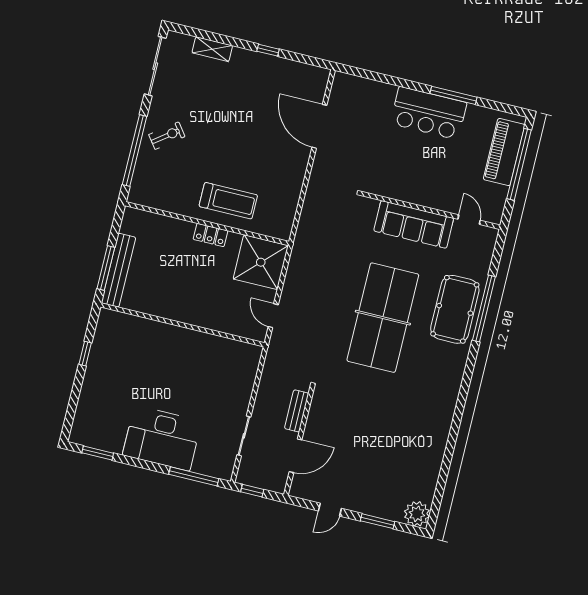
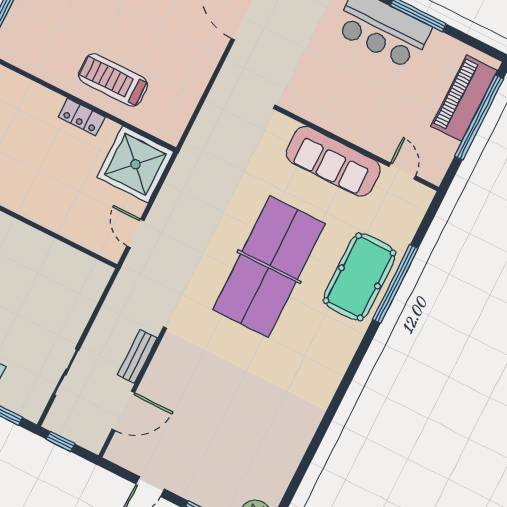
treadmill: (228, 201) -> (113, 80), turned 180

